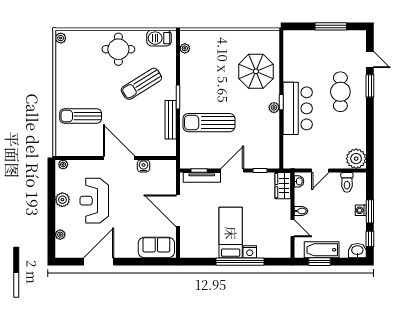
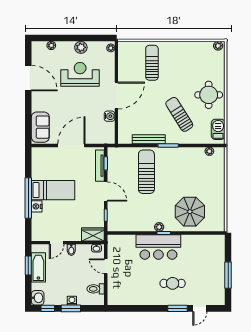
cafe table: (340, 92) -> (173, 283), width x0.73, depth x0.74
plant: (356, 159) -> (116, 297), removed

